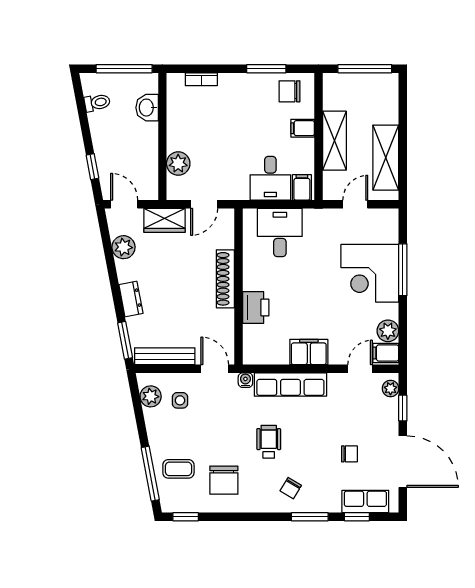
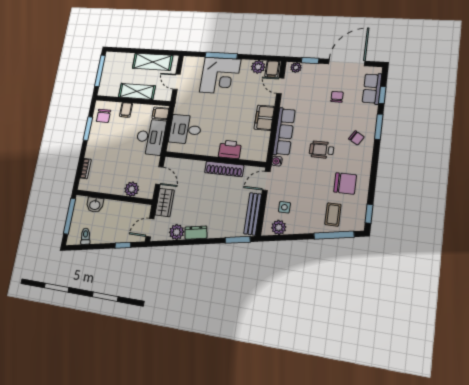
desk: (270, 178) -> (151, 137), width x1.37
shoe rack: (225, 279) -> (224, 169), moved
dresser: (131, 299) -> (196, 233), moved

